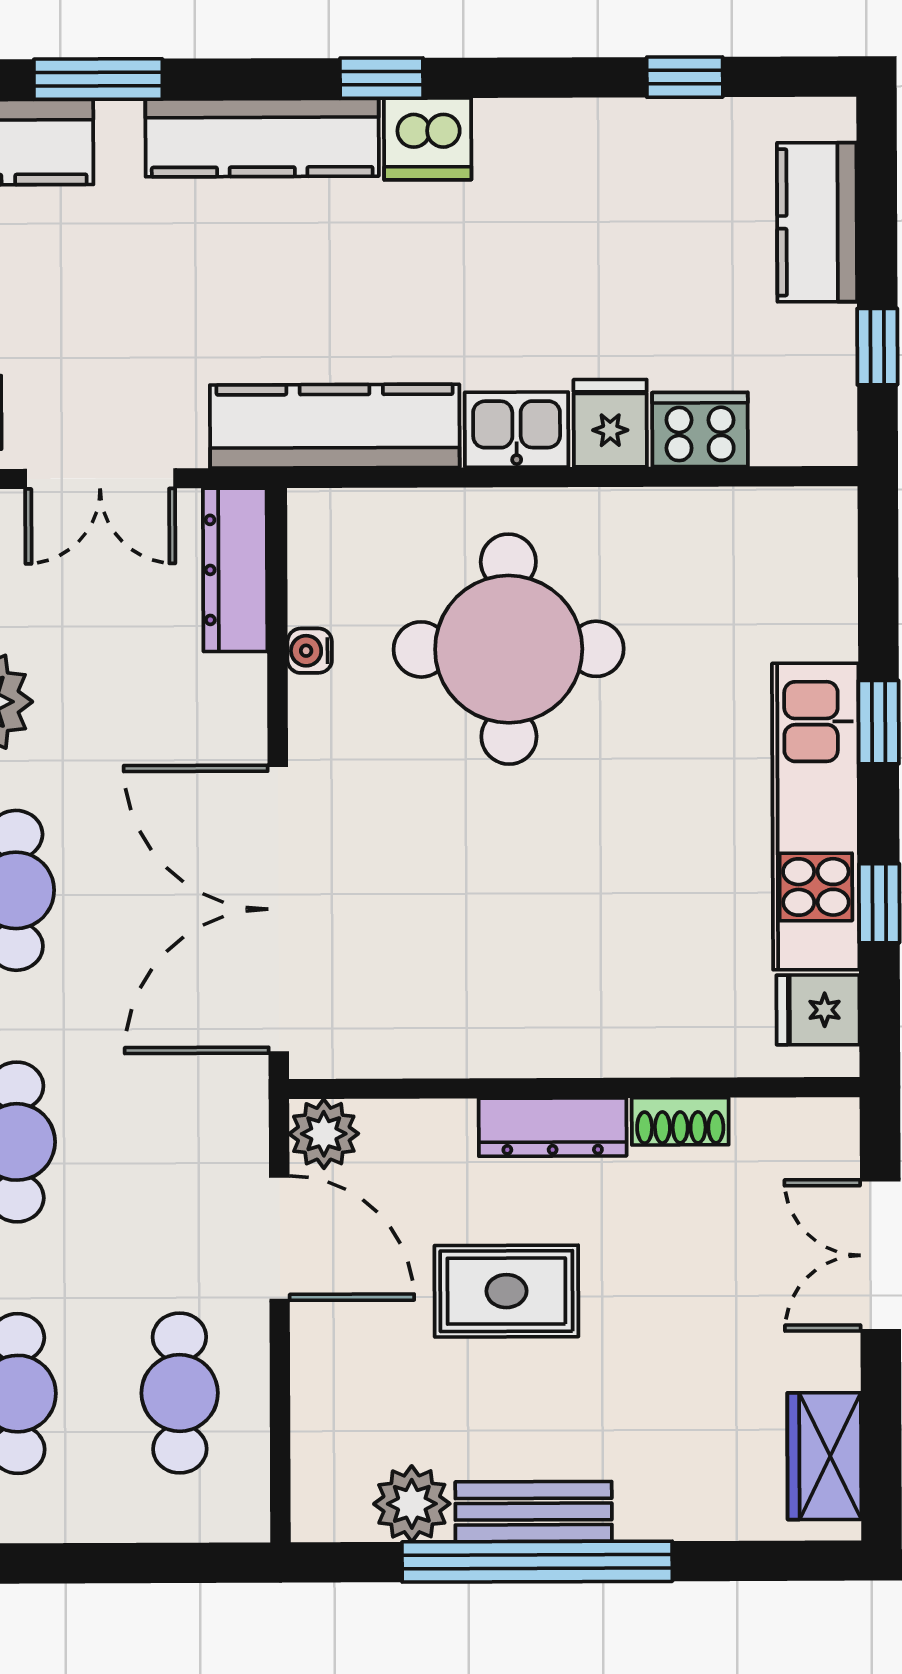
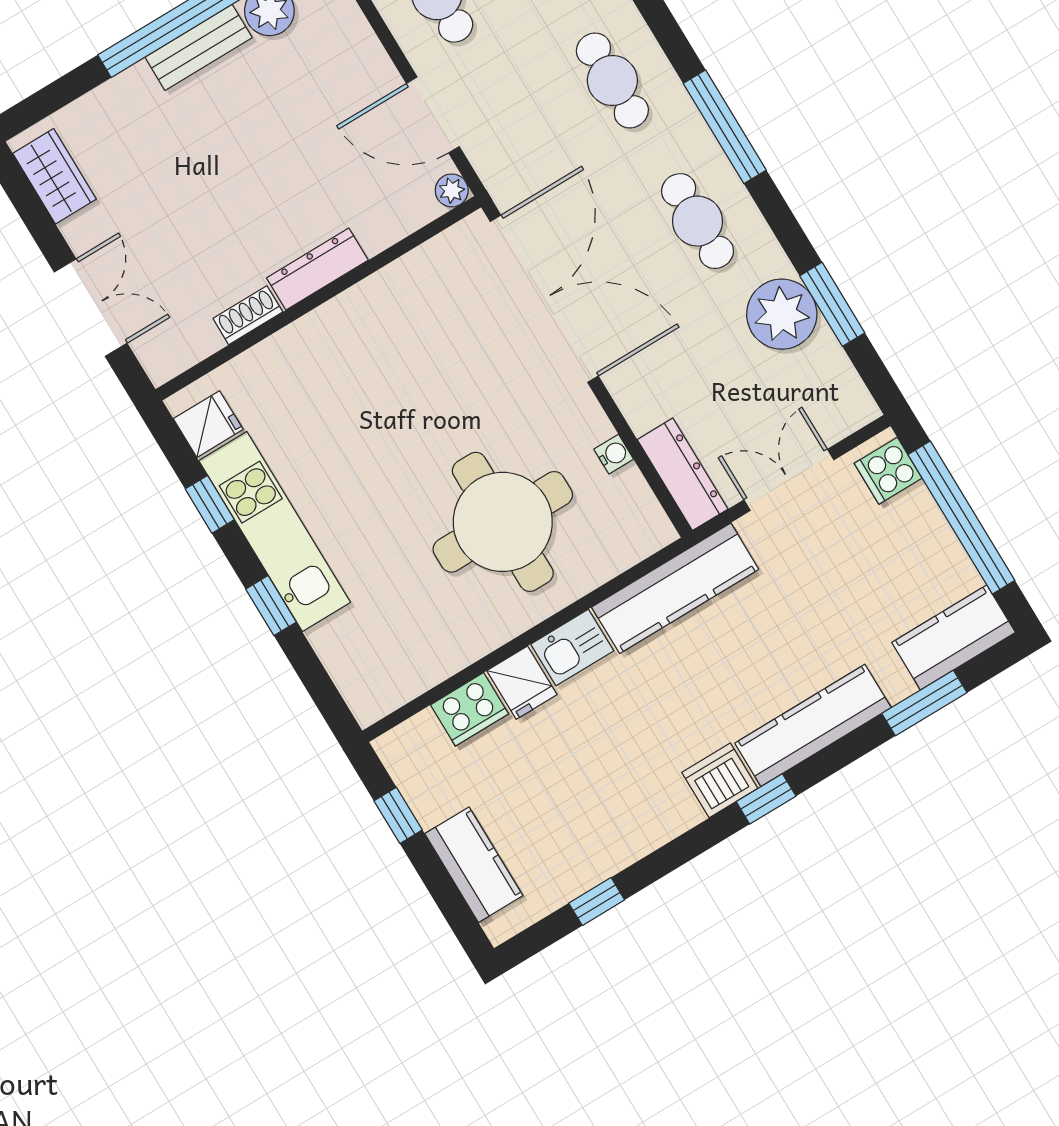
plant: (324, 1134) -> (452, 190), width x0.73, depth x0.73
rug: (506, 1291) -> (288, 162), removed

